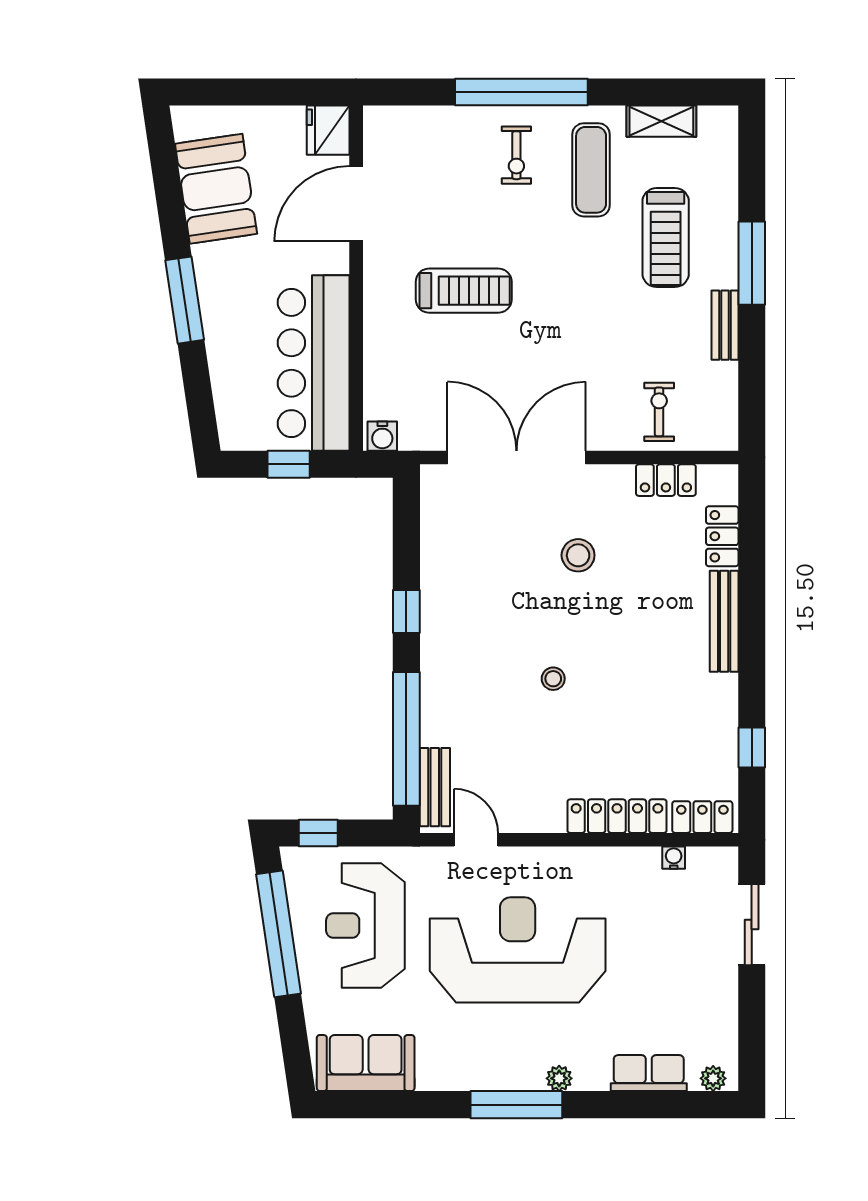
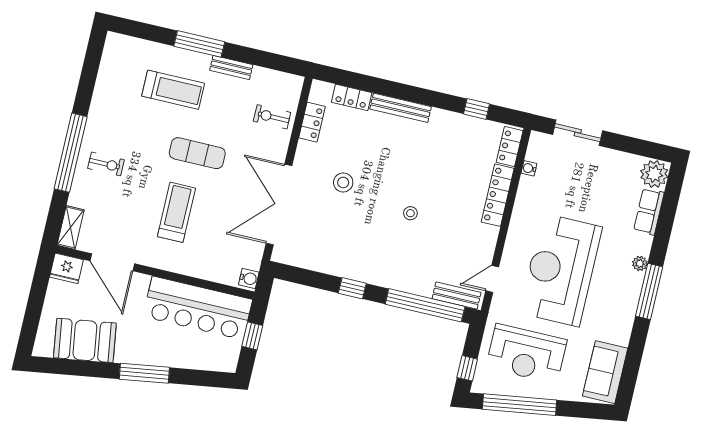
shelving: (661, 121) -> (71, 227), moved
exercise mat: (591, 170) -> (197, 153), moved
plant: (713, 1078) -> (654, 174), width x1.88, depth x1.88

